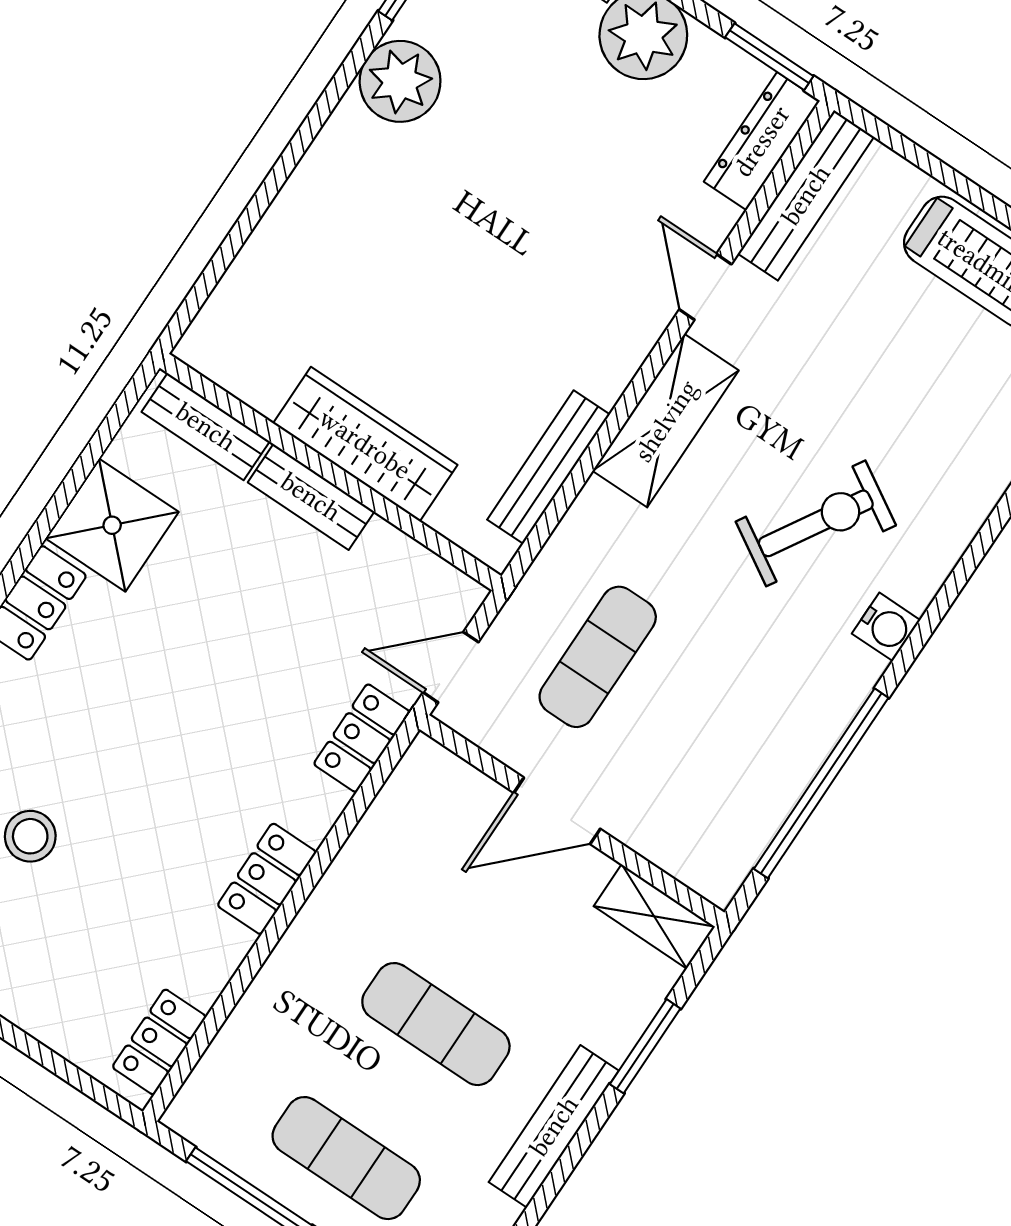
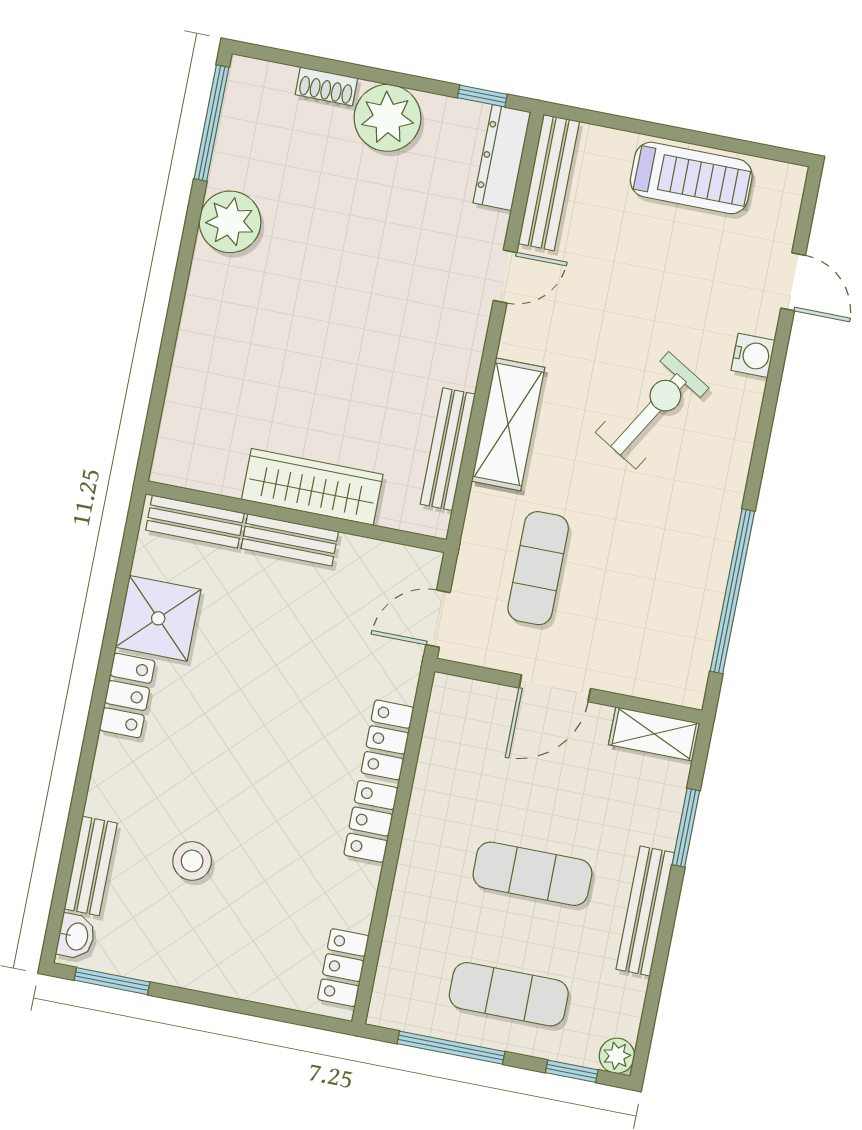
window: (769, 57) -> (482, 96), width x0.67
door: (705, 287) -> (505, 276), swing flipped
shelving: (666, 421) -> (508, 424), moved
water cooler: (886, 627) -> (753, 355), moved
locker: (362, 738) -> (387, 740), moved

